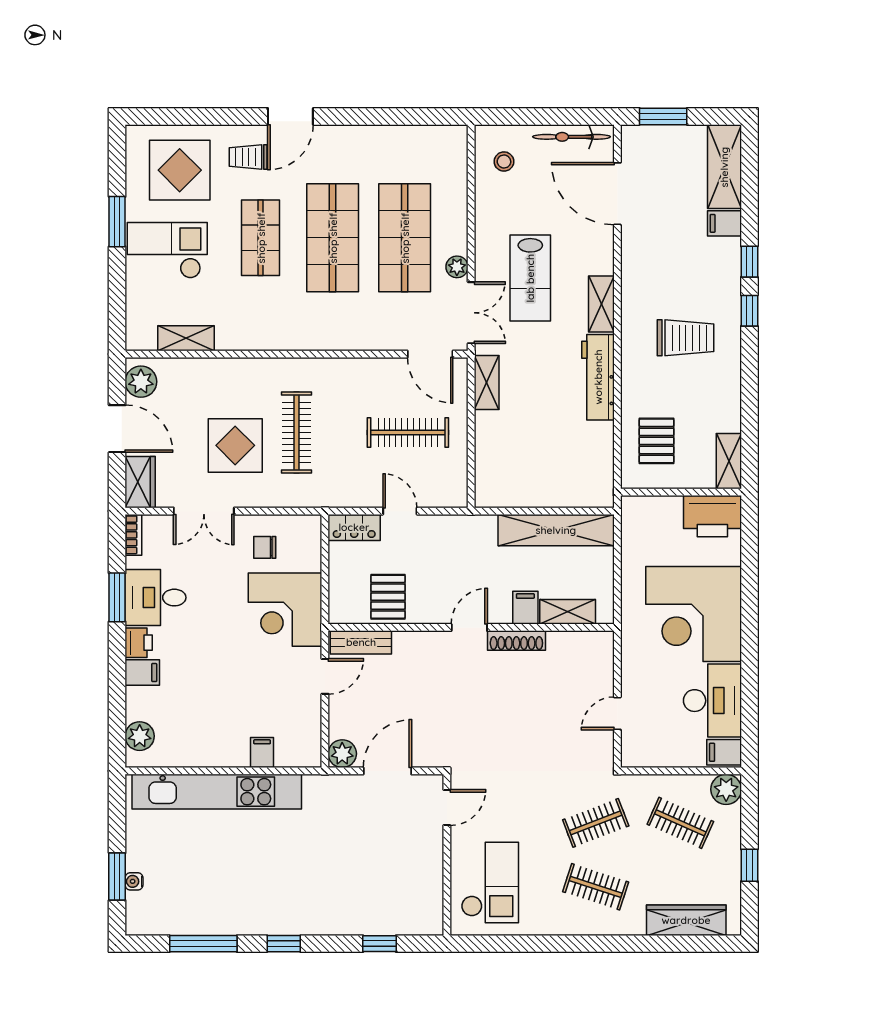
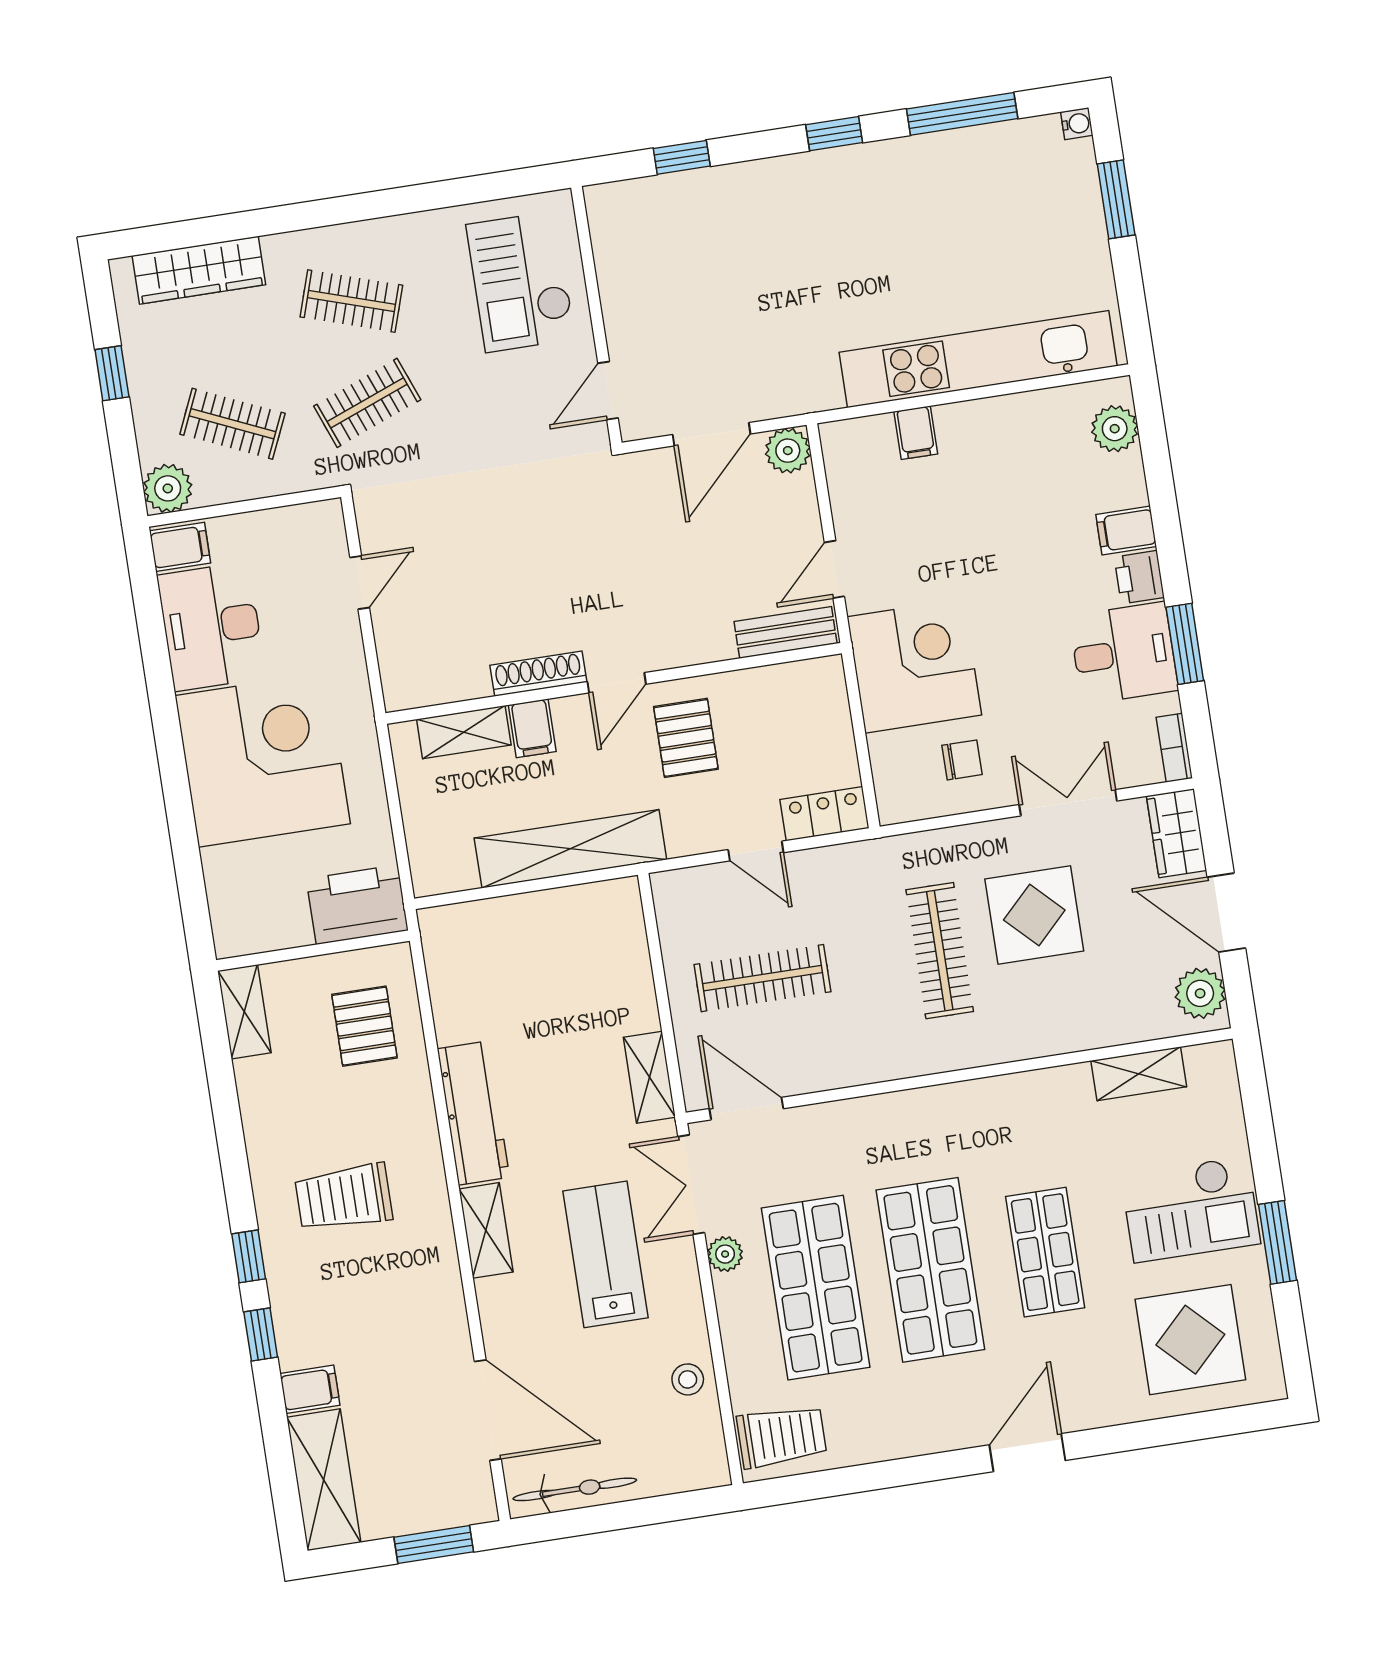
trolley: (248, 157) -> (782, 1436), moved, width x1.36, depth x1.39
stool: (504, 161) -> (688, 1379), moved
printer: (712, 516) -> (357, 905), moved
shelving: (556, 530) -> (570, 849), moved
pallet: (388, 597) -> (686, 738), moved
water cooler: (134, 881) -> (1077, 124), moved

